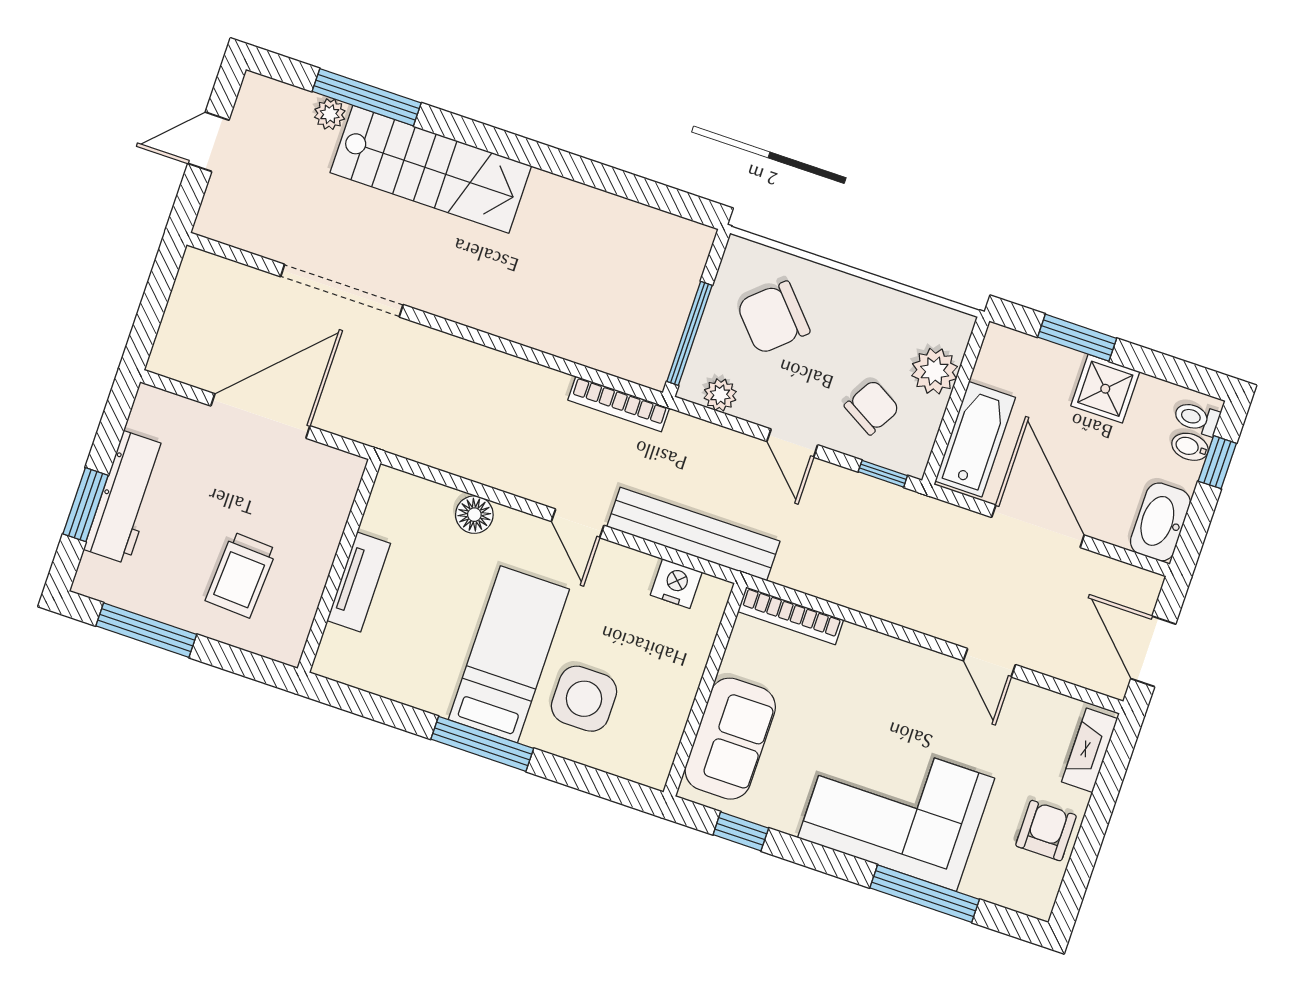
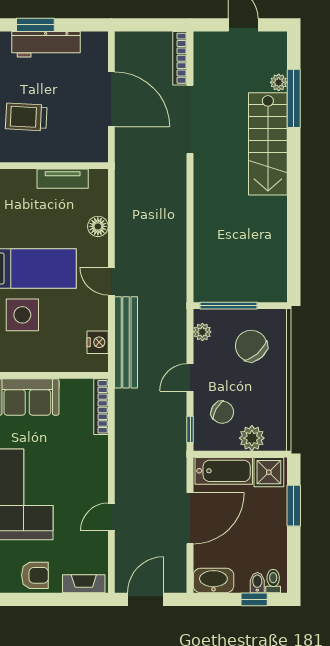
shower: (1105, 389) -> (269, 472), moved
bookcase: (619, 404) -> (180, 58), moved
door: (578, 523) -> (111, 281), hinge flipped
tv unit: (359, 582) -> (63, 179), moved

